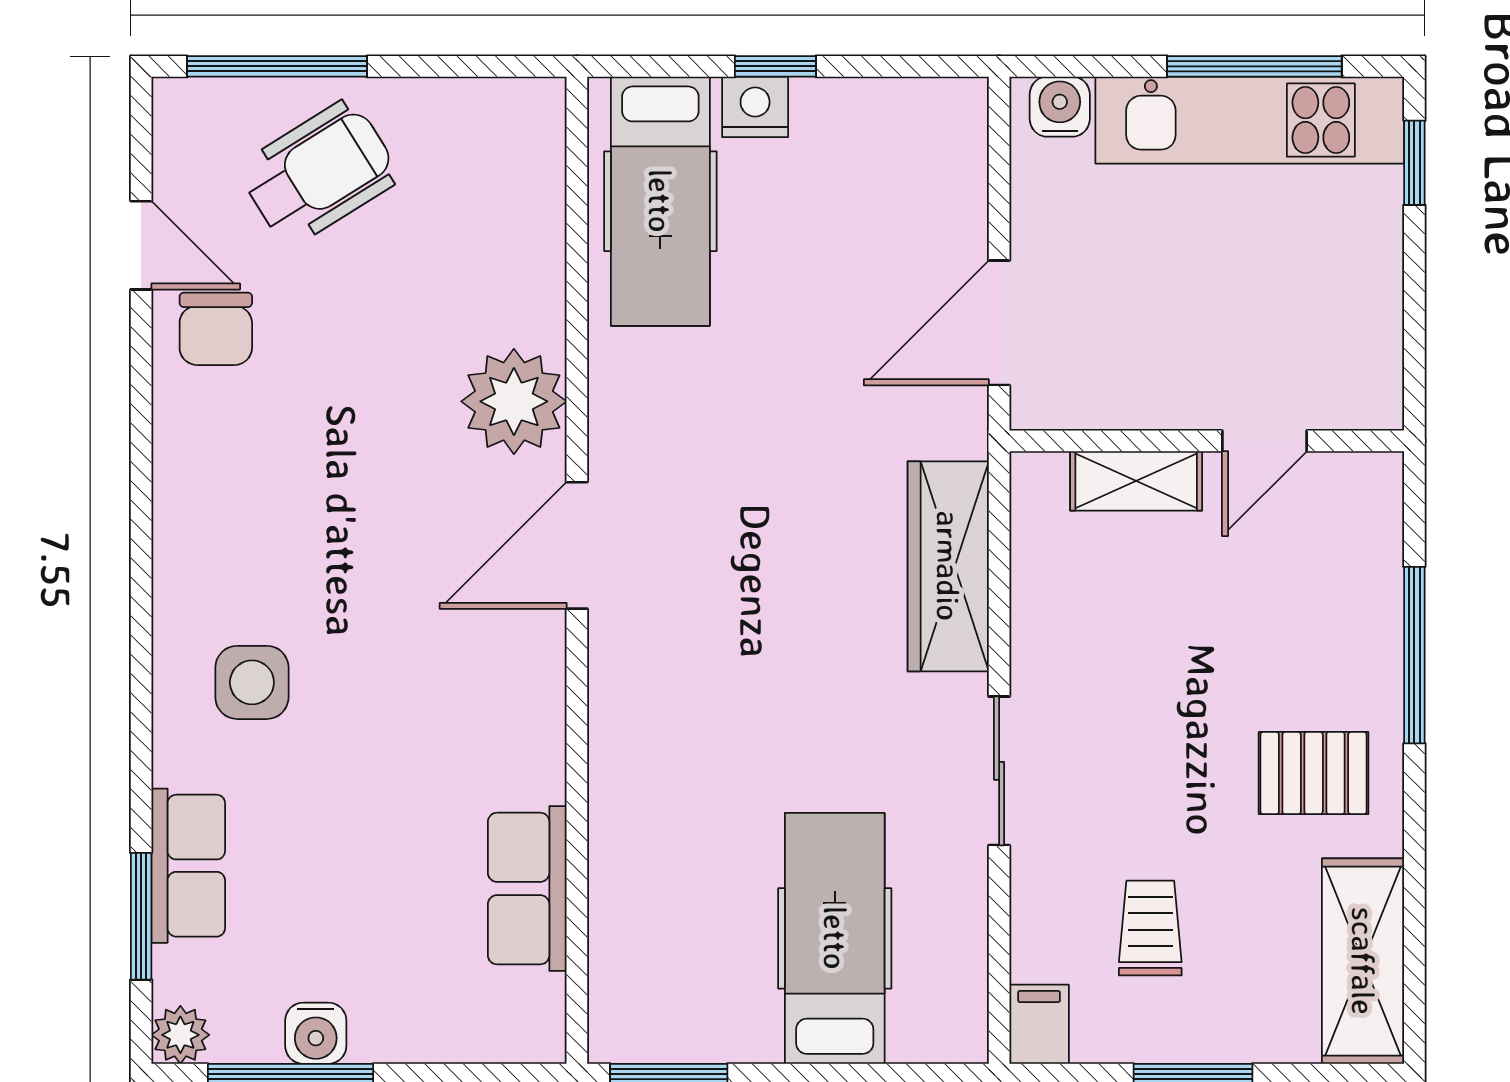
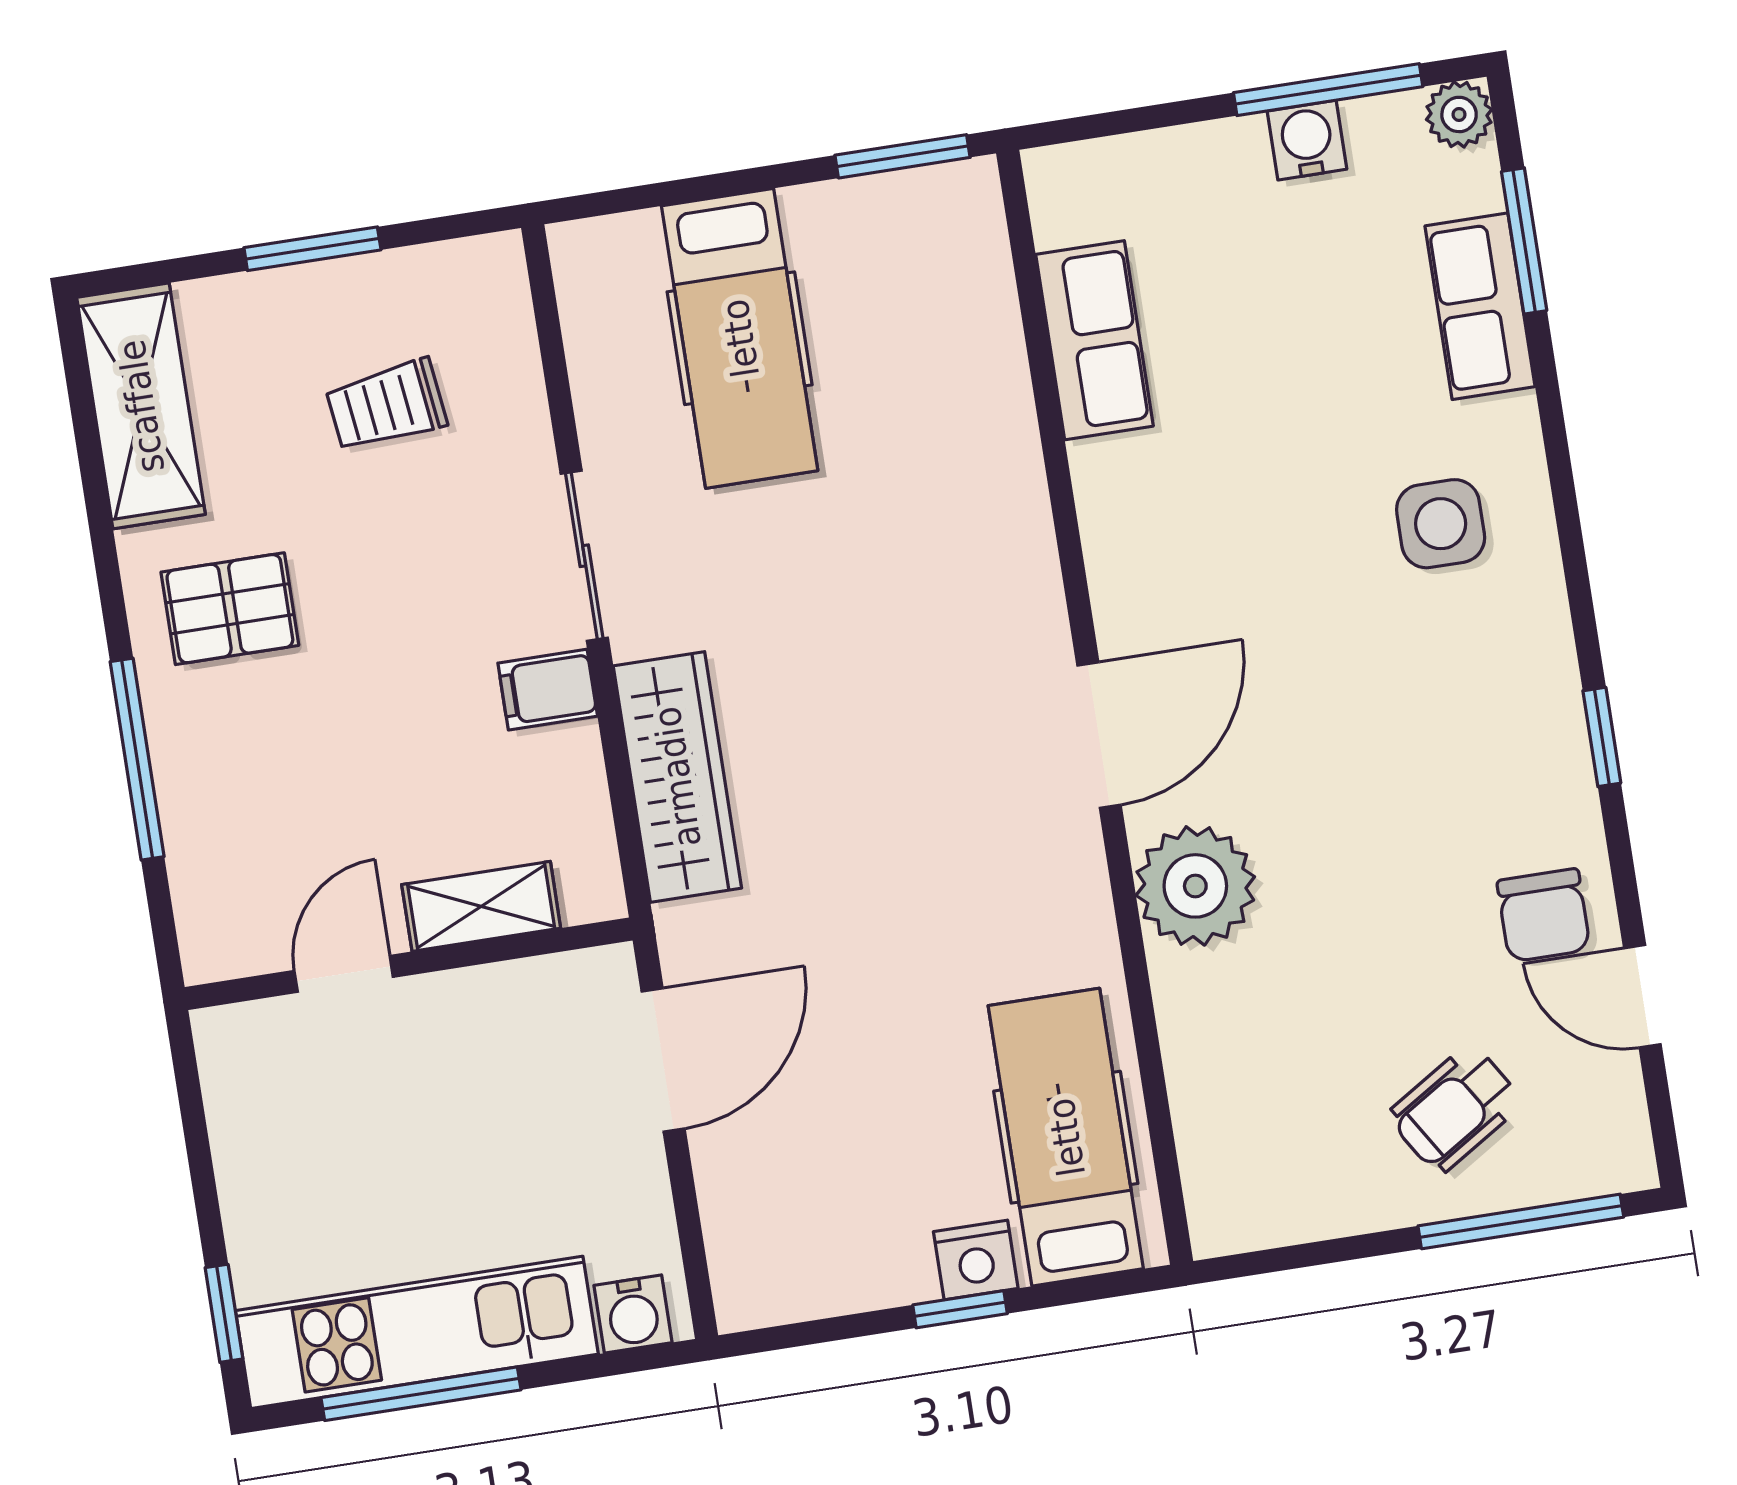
wheelchair: (319, 173) -> (1455, 1109), width x0.73, depth x0.73
chair: (216, 329) -> (1544, 915), turned 180
window: (141, 476) -> (1602, 737), added
trolley: (1150, 928) -> (386, 406), turned 83
filing cabinet: (1039, 1024) -> (548, 690), moved, turned 90

